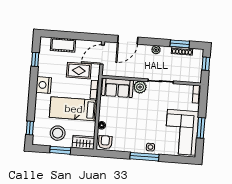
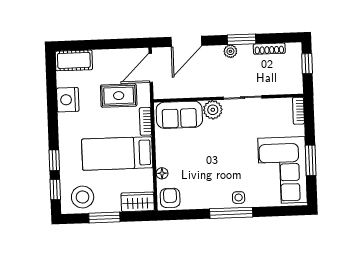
window: (180, 44) -> (241, 39), moved
cot: (63, 45) -> (74, 60), moved
window: (35, 59) -> (54, 160), moved
nightstand: (44, 85) -> (68, 100), moved
stool: (58, 133) -> (83, 197), moved

